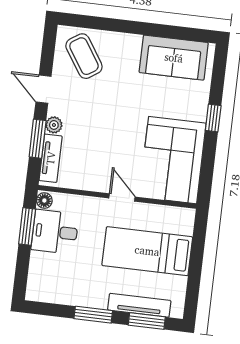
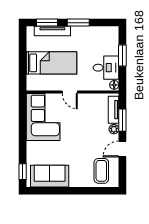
coffee table: (84, 56) -> (101, 171), turned 33
door: (43, 89) -> (122, 149), swing flipped
window: (213, 118) -> (23, 172), moved
window: (27, 227) -> (122, 56), moved

